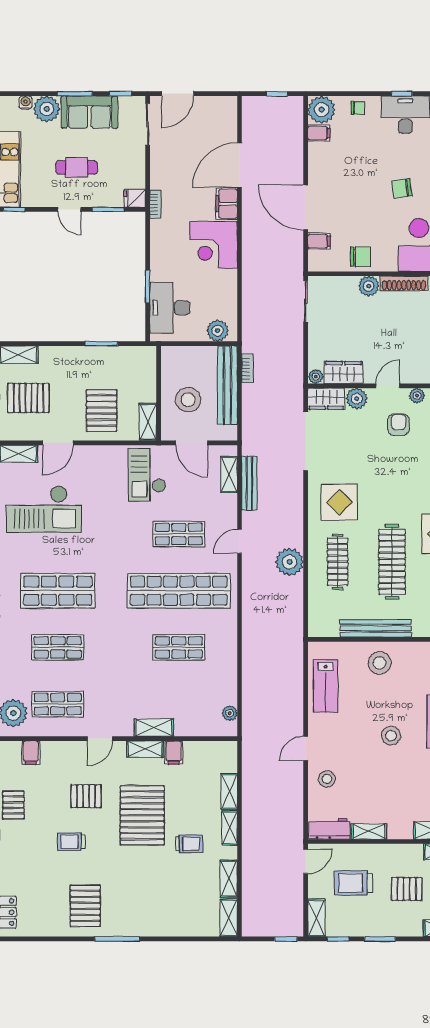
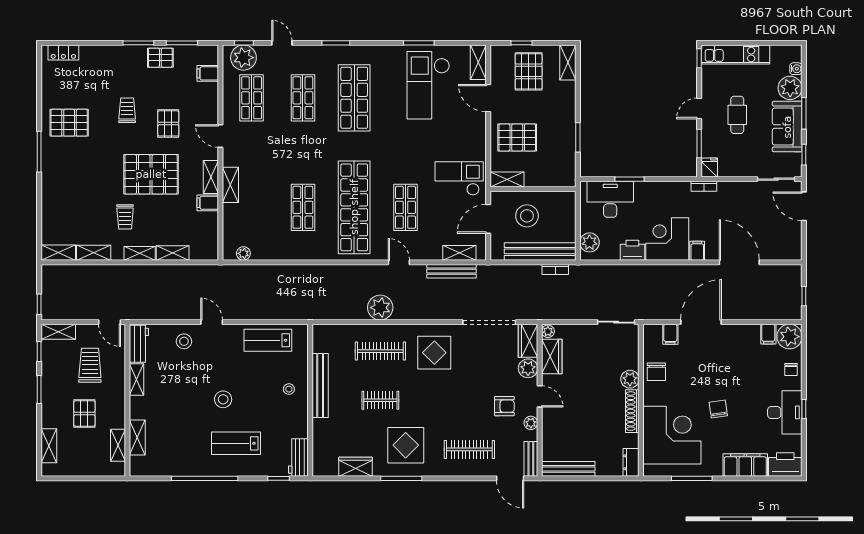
filing cabinet: (227, 204) -> (697, 251), width x0.50
printer: (226, 283) -> (632, 250), added
clothes rail: (392, 562) -> (380, 400), width x0.54, depth x0.76
stool: (380, 663) -> (289, 389), width x0.53, depth x0.53

